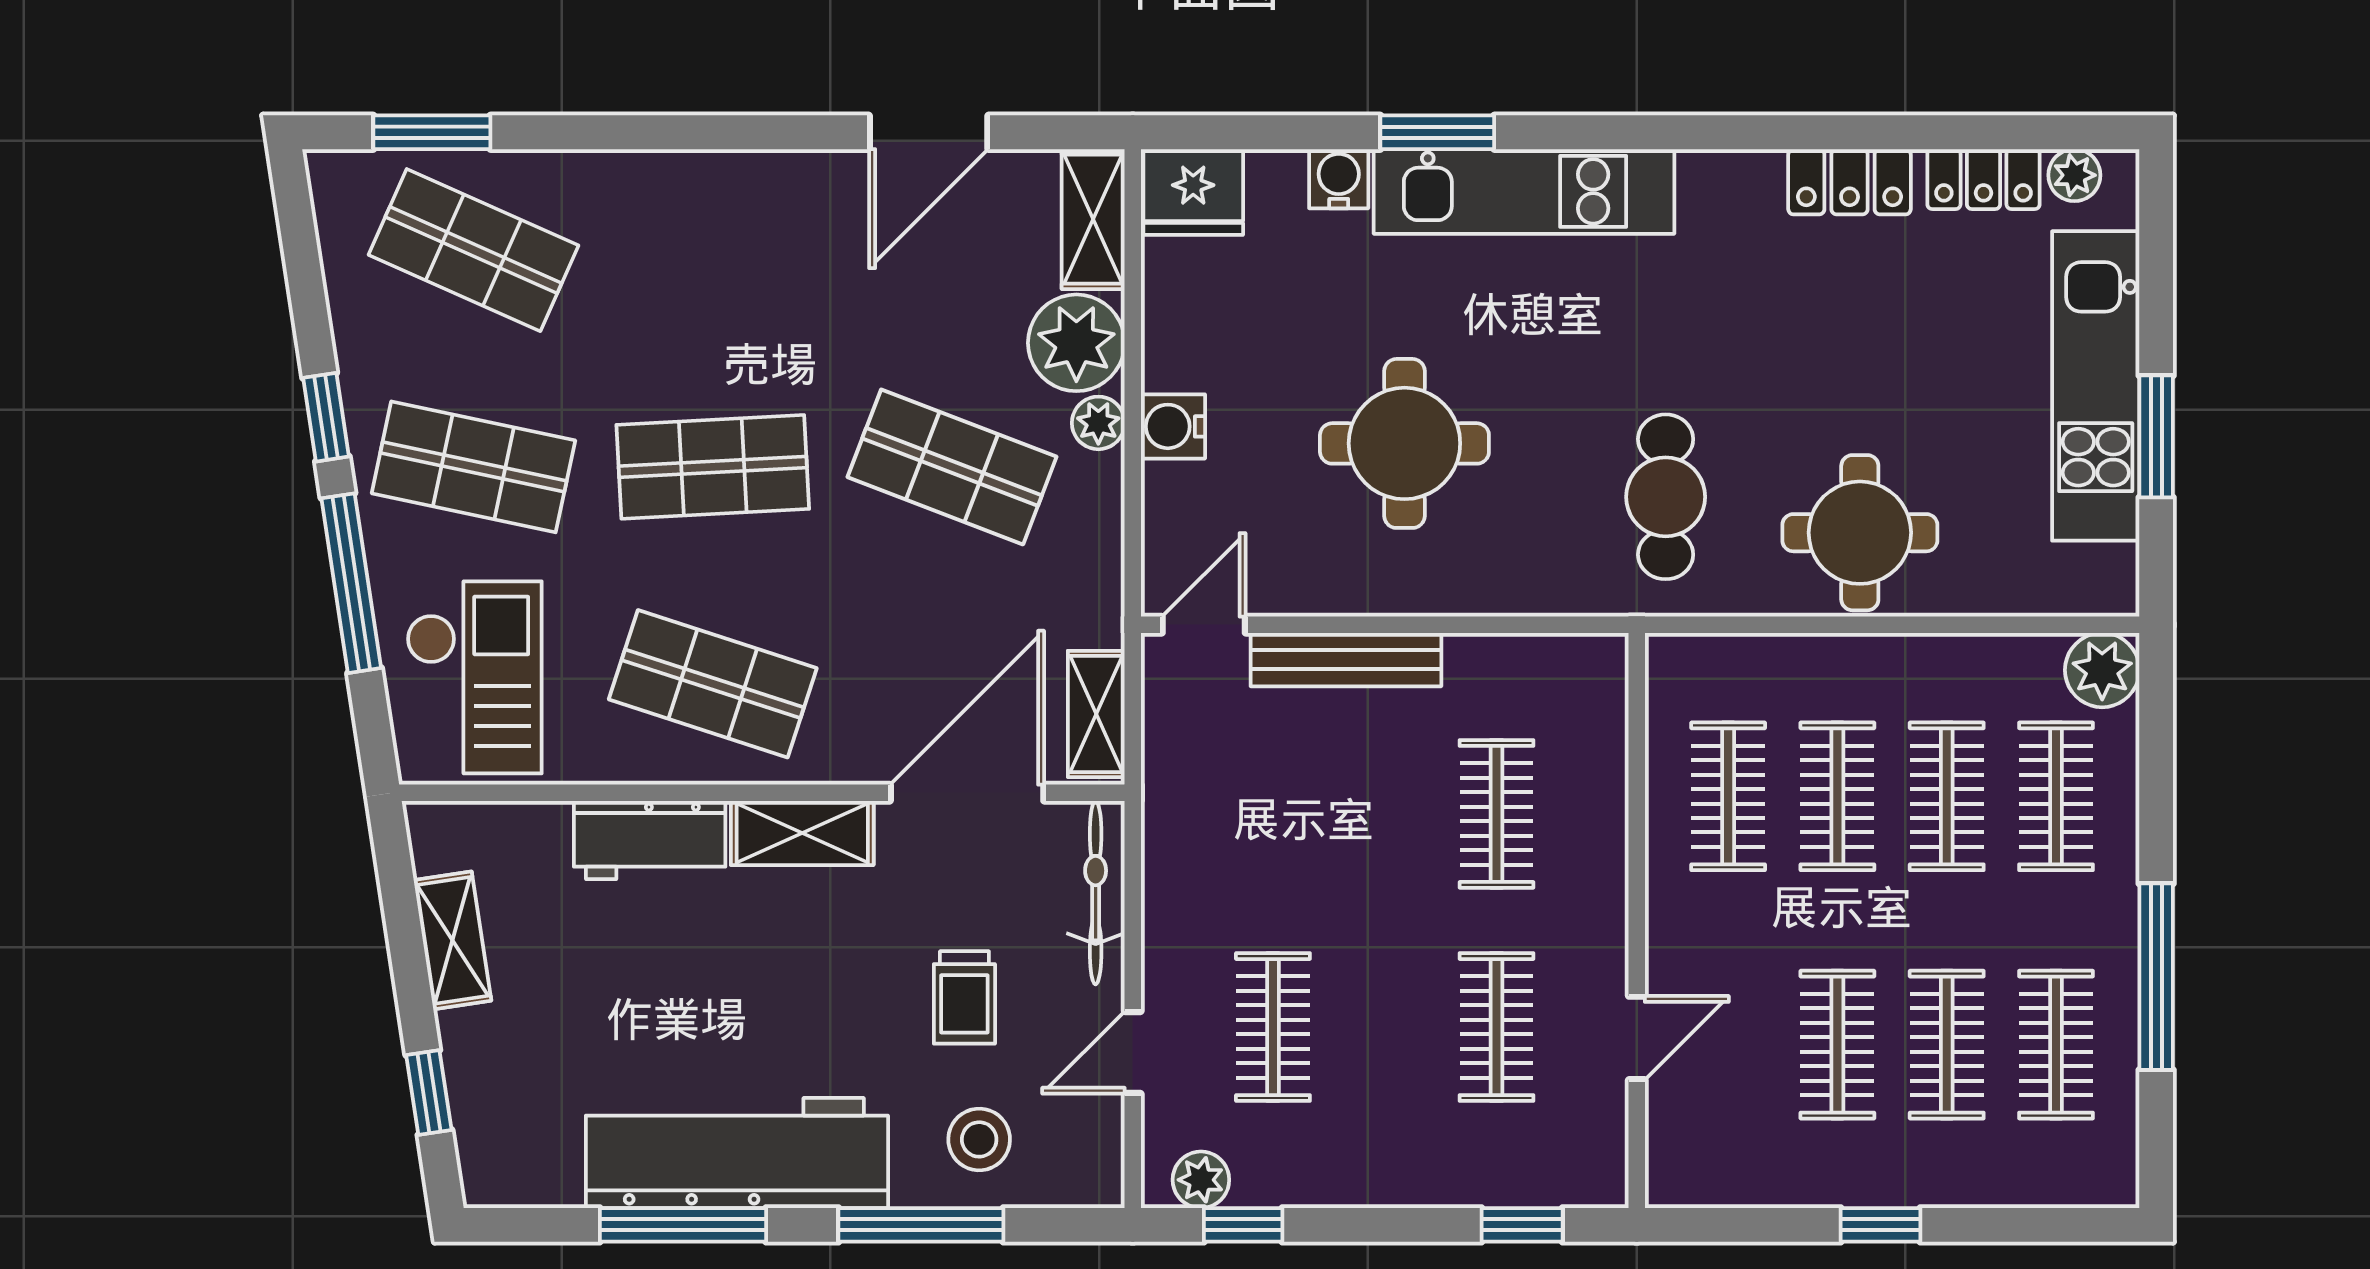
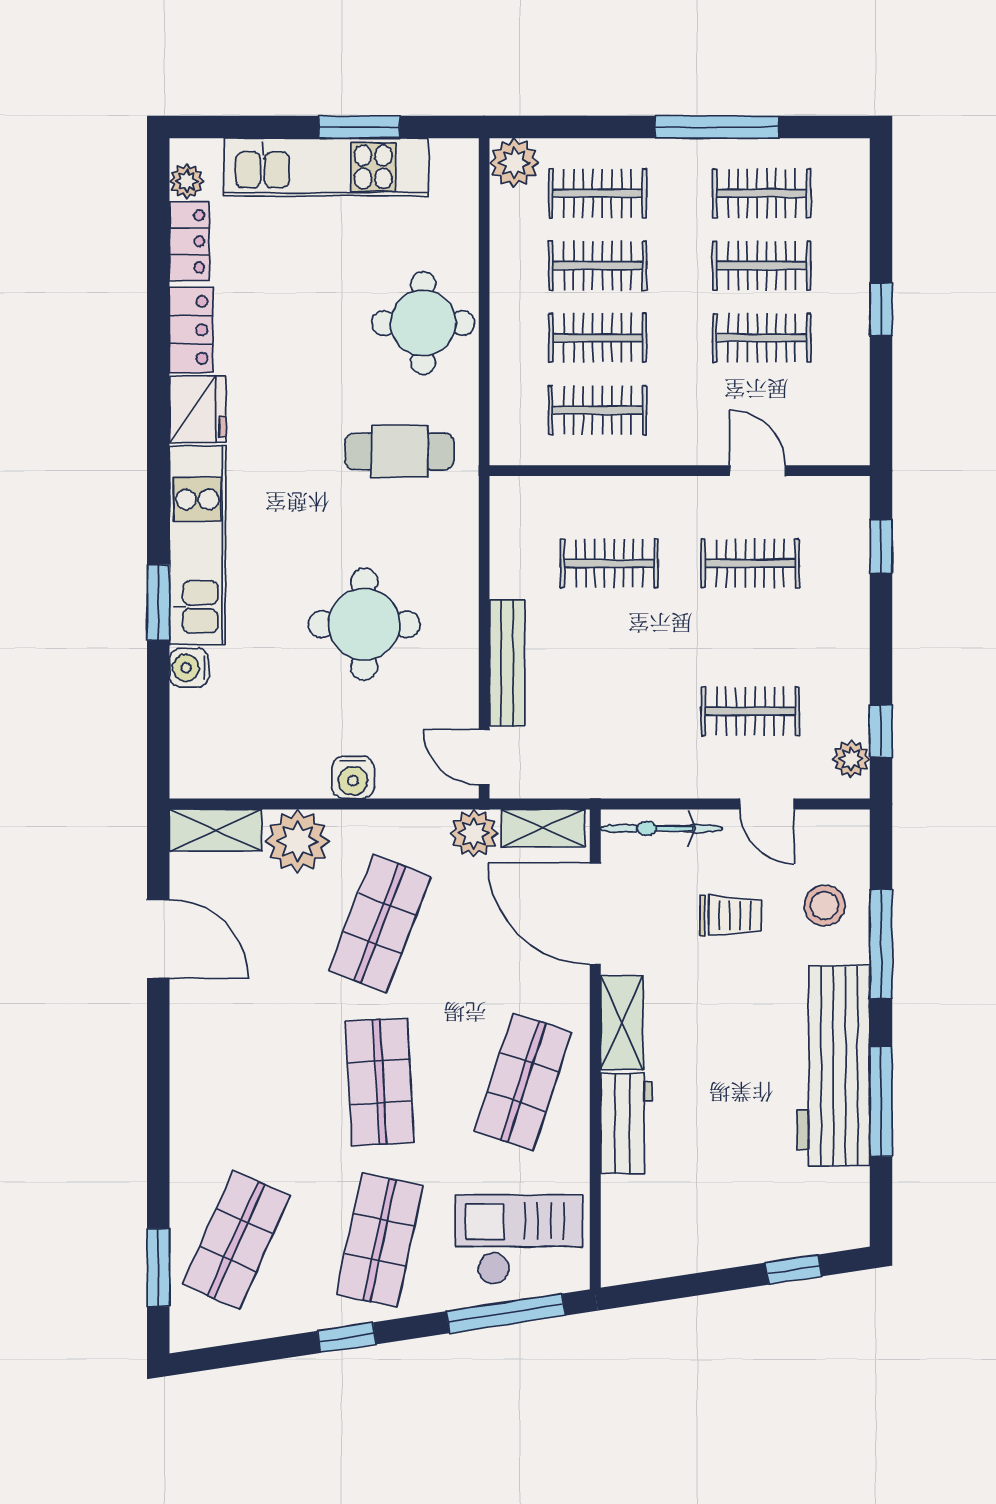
fridge: (1193, 192) -> (198, 409), moved
plant: (1098, 423) -> (474, 833), moved, width x1.38, depth x1.38
window: (351, 583) -> (506, 1313), moved
shelving: (452, 940) -> (693, 1254), removed

